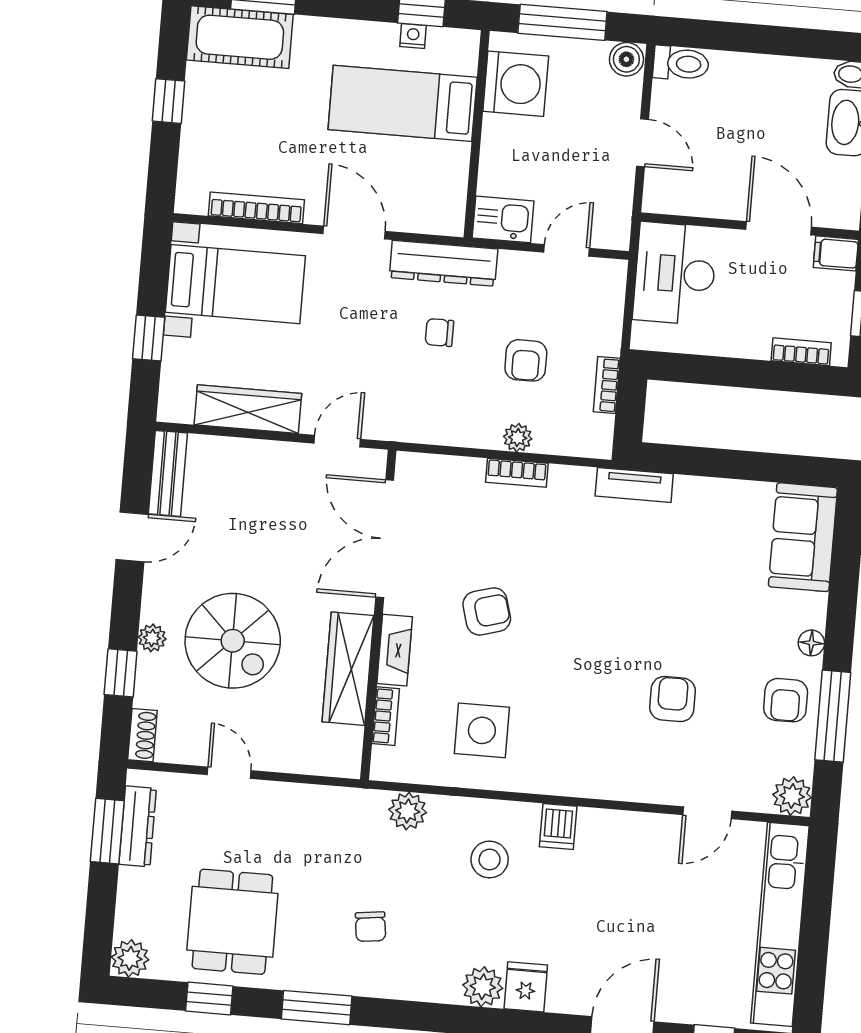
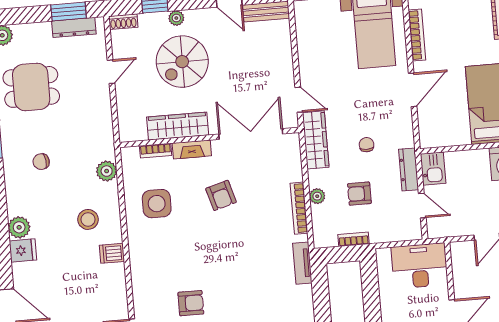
dresser: (444, 263) -> (409, 169), moved, width x0.73, depth x0.80
wardrobe: (248, 409) -> (316, 140), moved
bookcase: (517, 473) -> (299, 208), width x1.56

